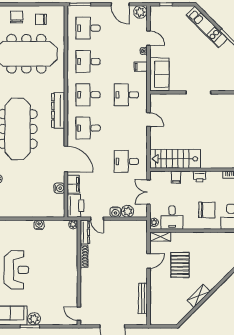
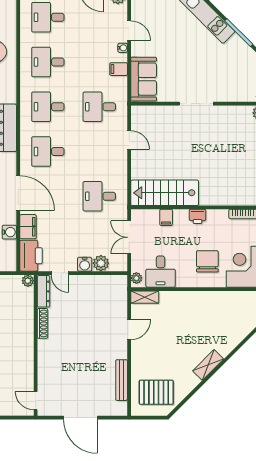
chair: (207, 210) -> (207, 261), turned -90
pallet: (180, 265) -> (156, 392), moved, turned 90
shelving: (199, 296) -> (208, 365), moved

